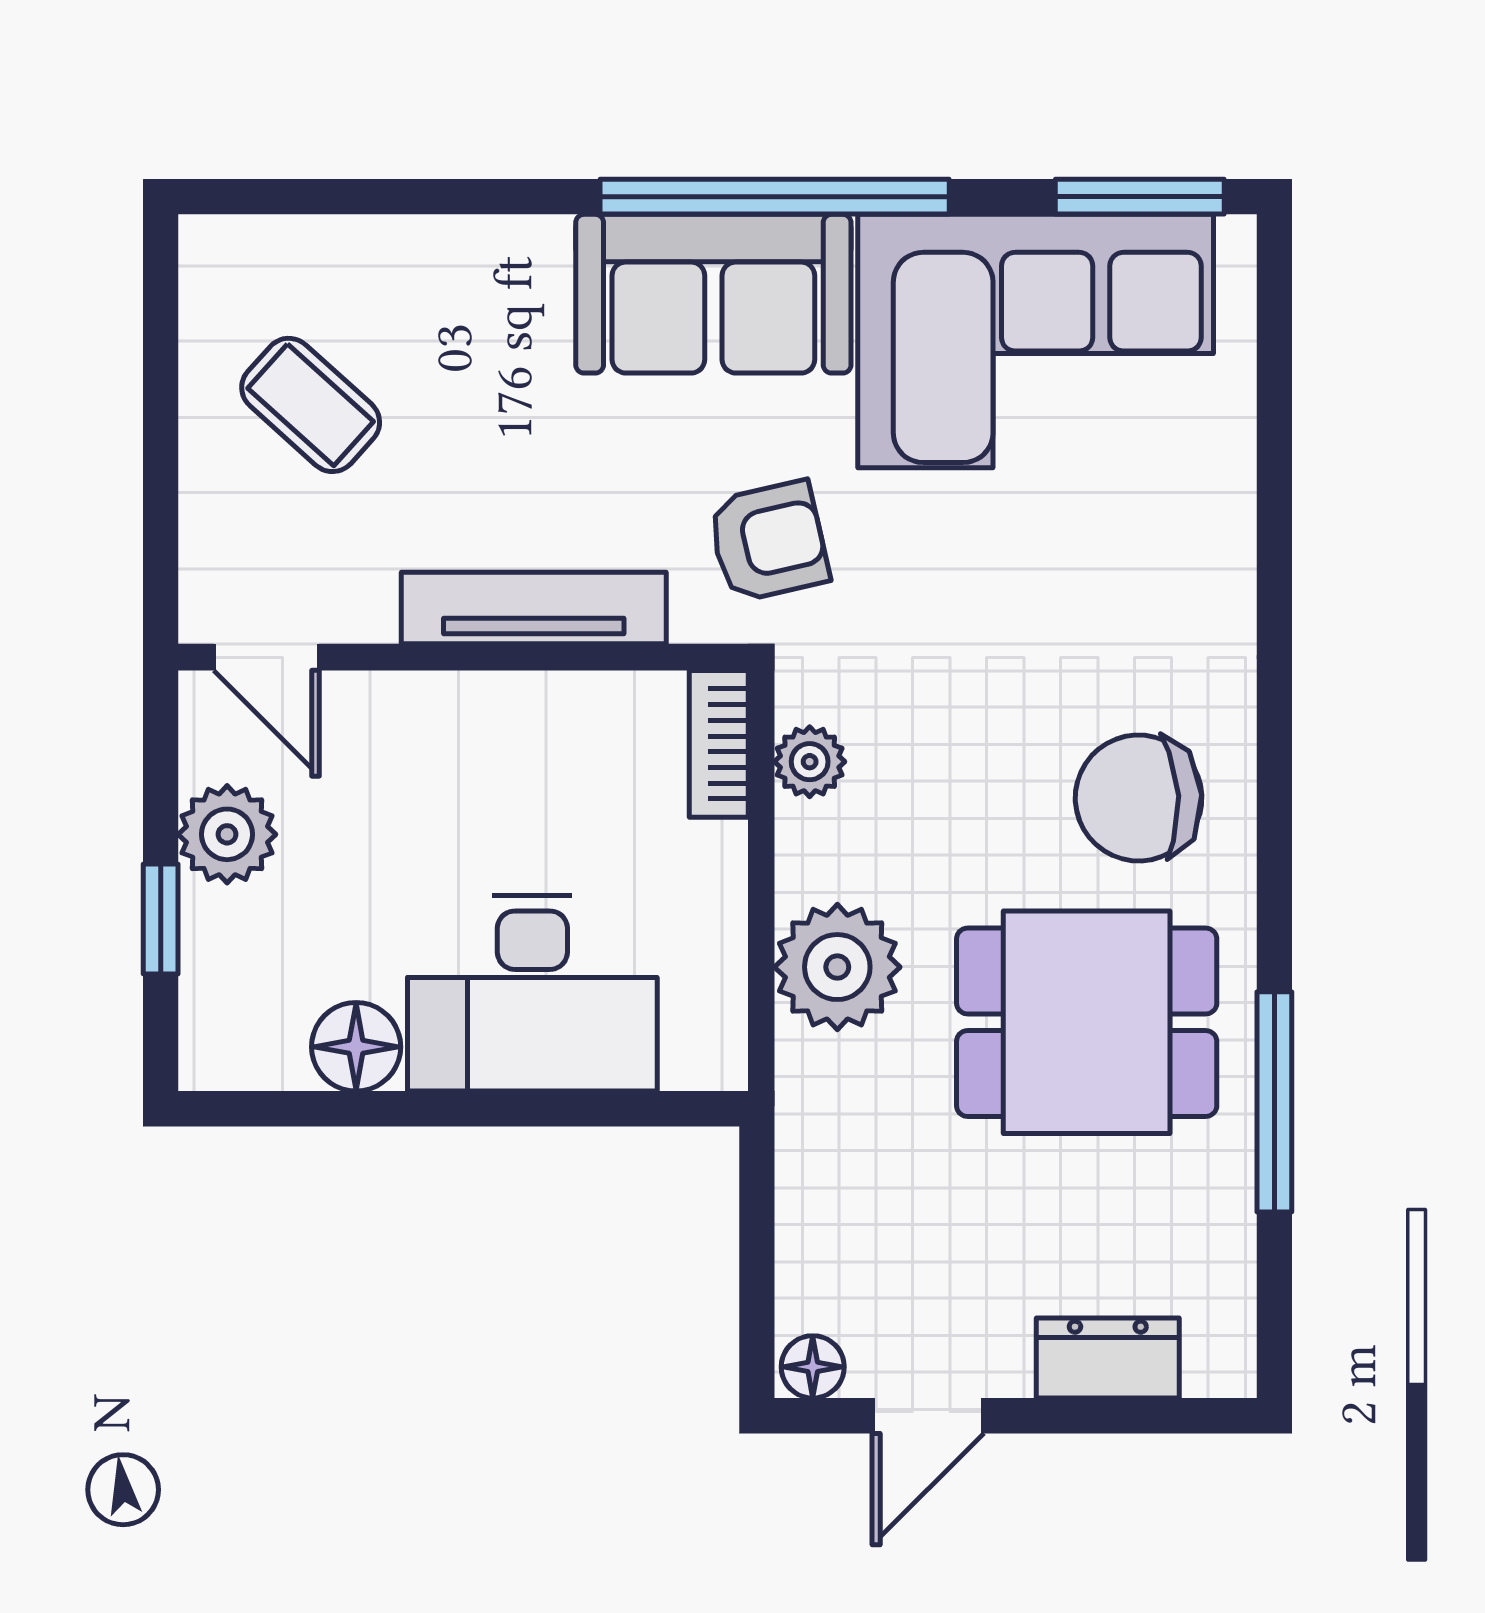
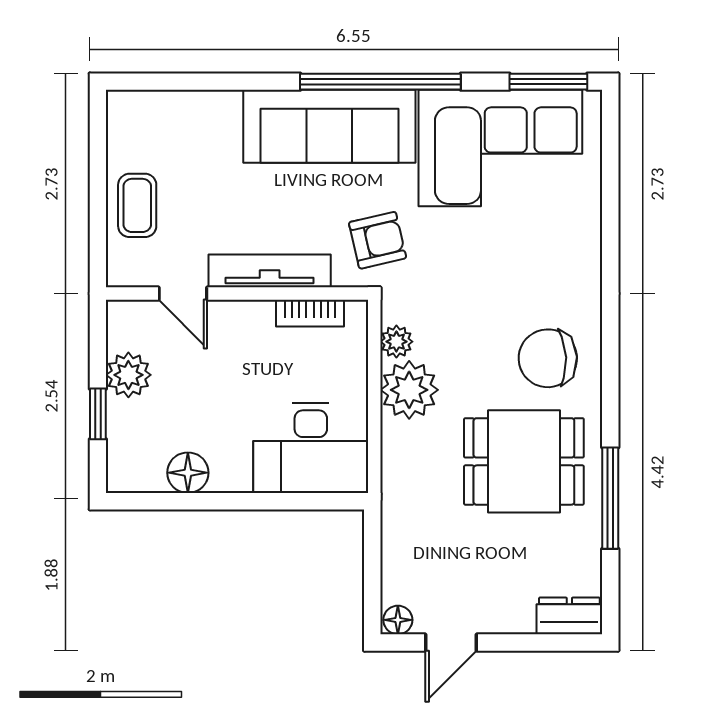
sofa: (713, 294) -> (329, 126), width x1.36
coffee table: (311, 405) -> (137, 205), moved, turned 48
door: (267, 657) -> (183, 293), moved
bookcase: (719, 744) -> (310, 313), moved, turned -90
plant: (837, 967) -> (409, 390), moved
desk: (532, 993) -> (311, 448), moved
dresser: (1108, 1358) -> (569, 616), moved

